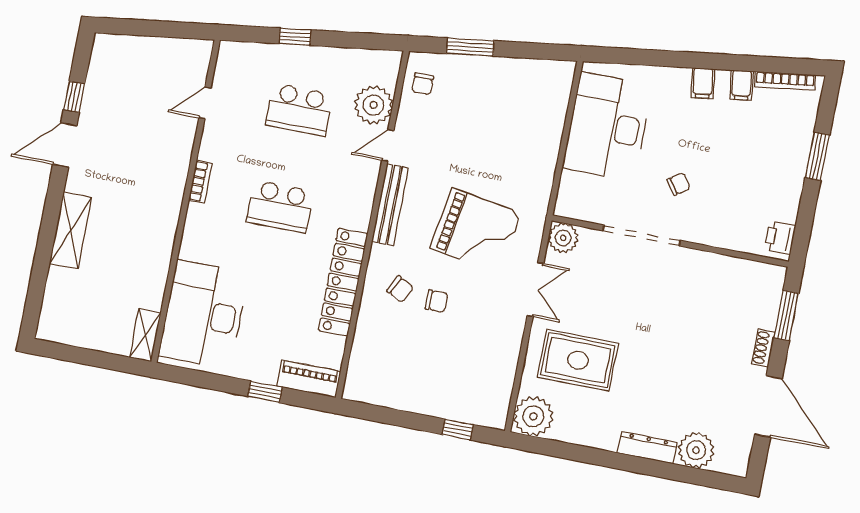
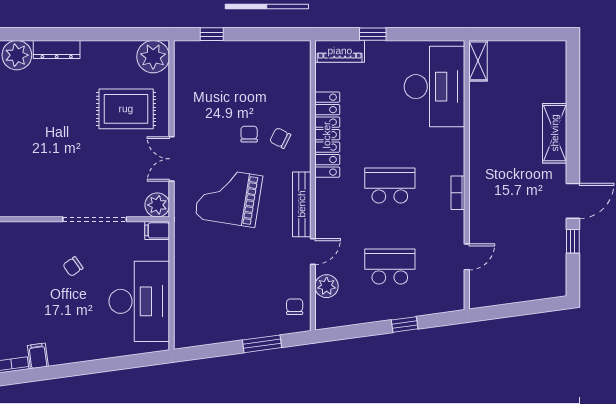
filing cabinet: (703, 83) -> (157, 230), moved, turned -82
plant: (374, 105) -> (327, 286), width x0.73, depth x0.73
chair: (437, 301) -> (249, 134), turned 90

